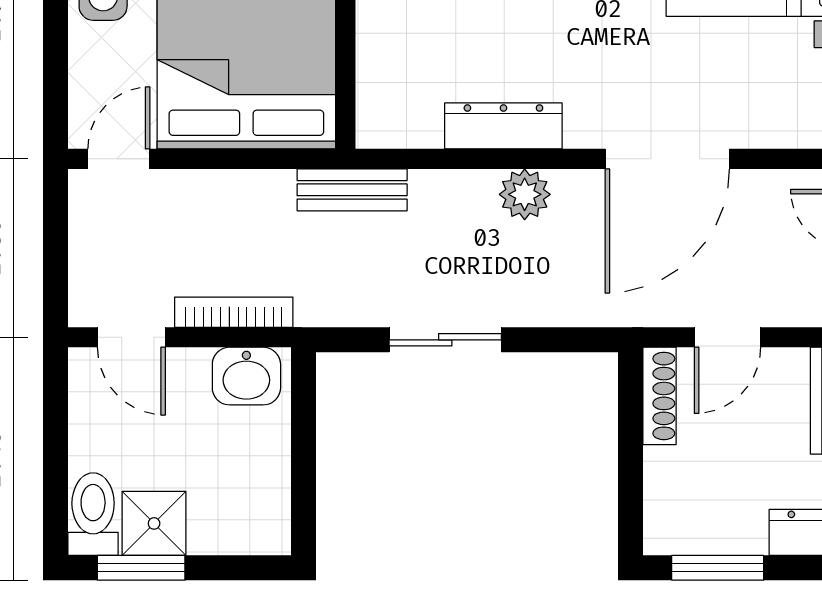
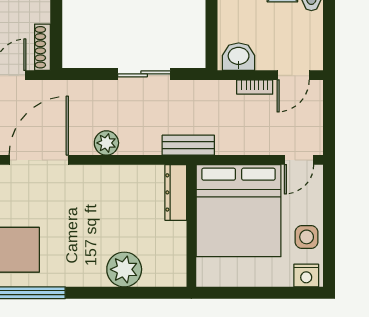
dresser: (503, 126) -> (176, 192), moved, turned 90
bookcase: (234, 312) -> (255, 87), width x0.64
door: (131, 337) -> (293, 75), swing flipped

